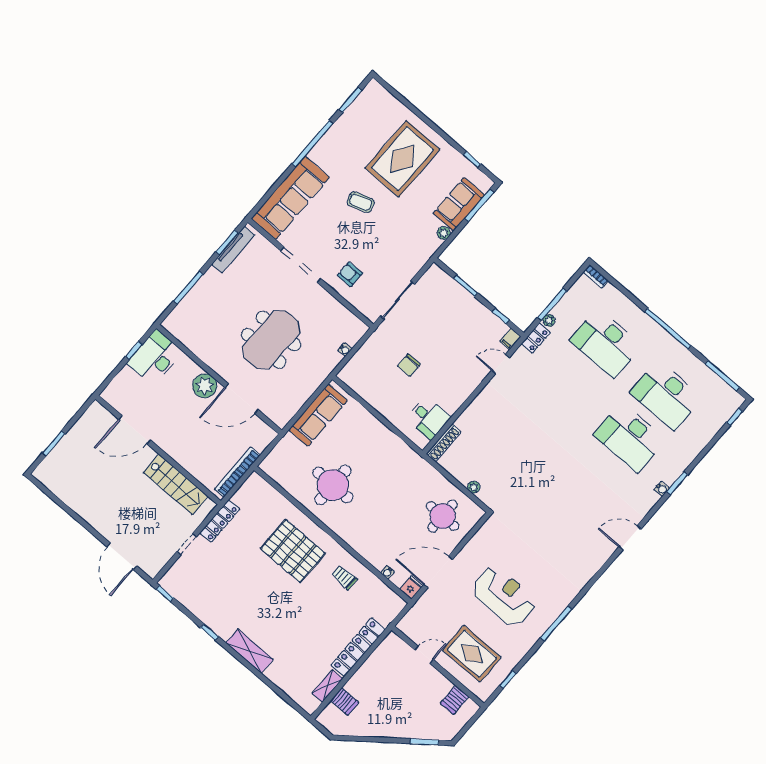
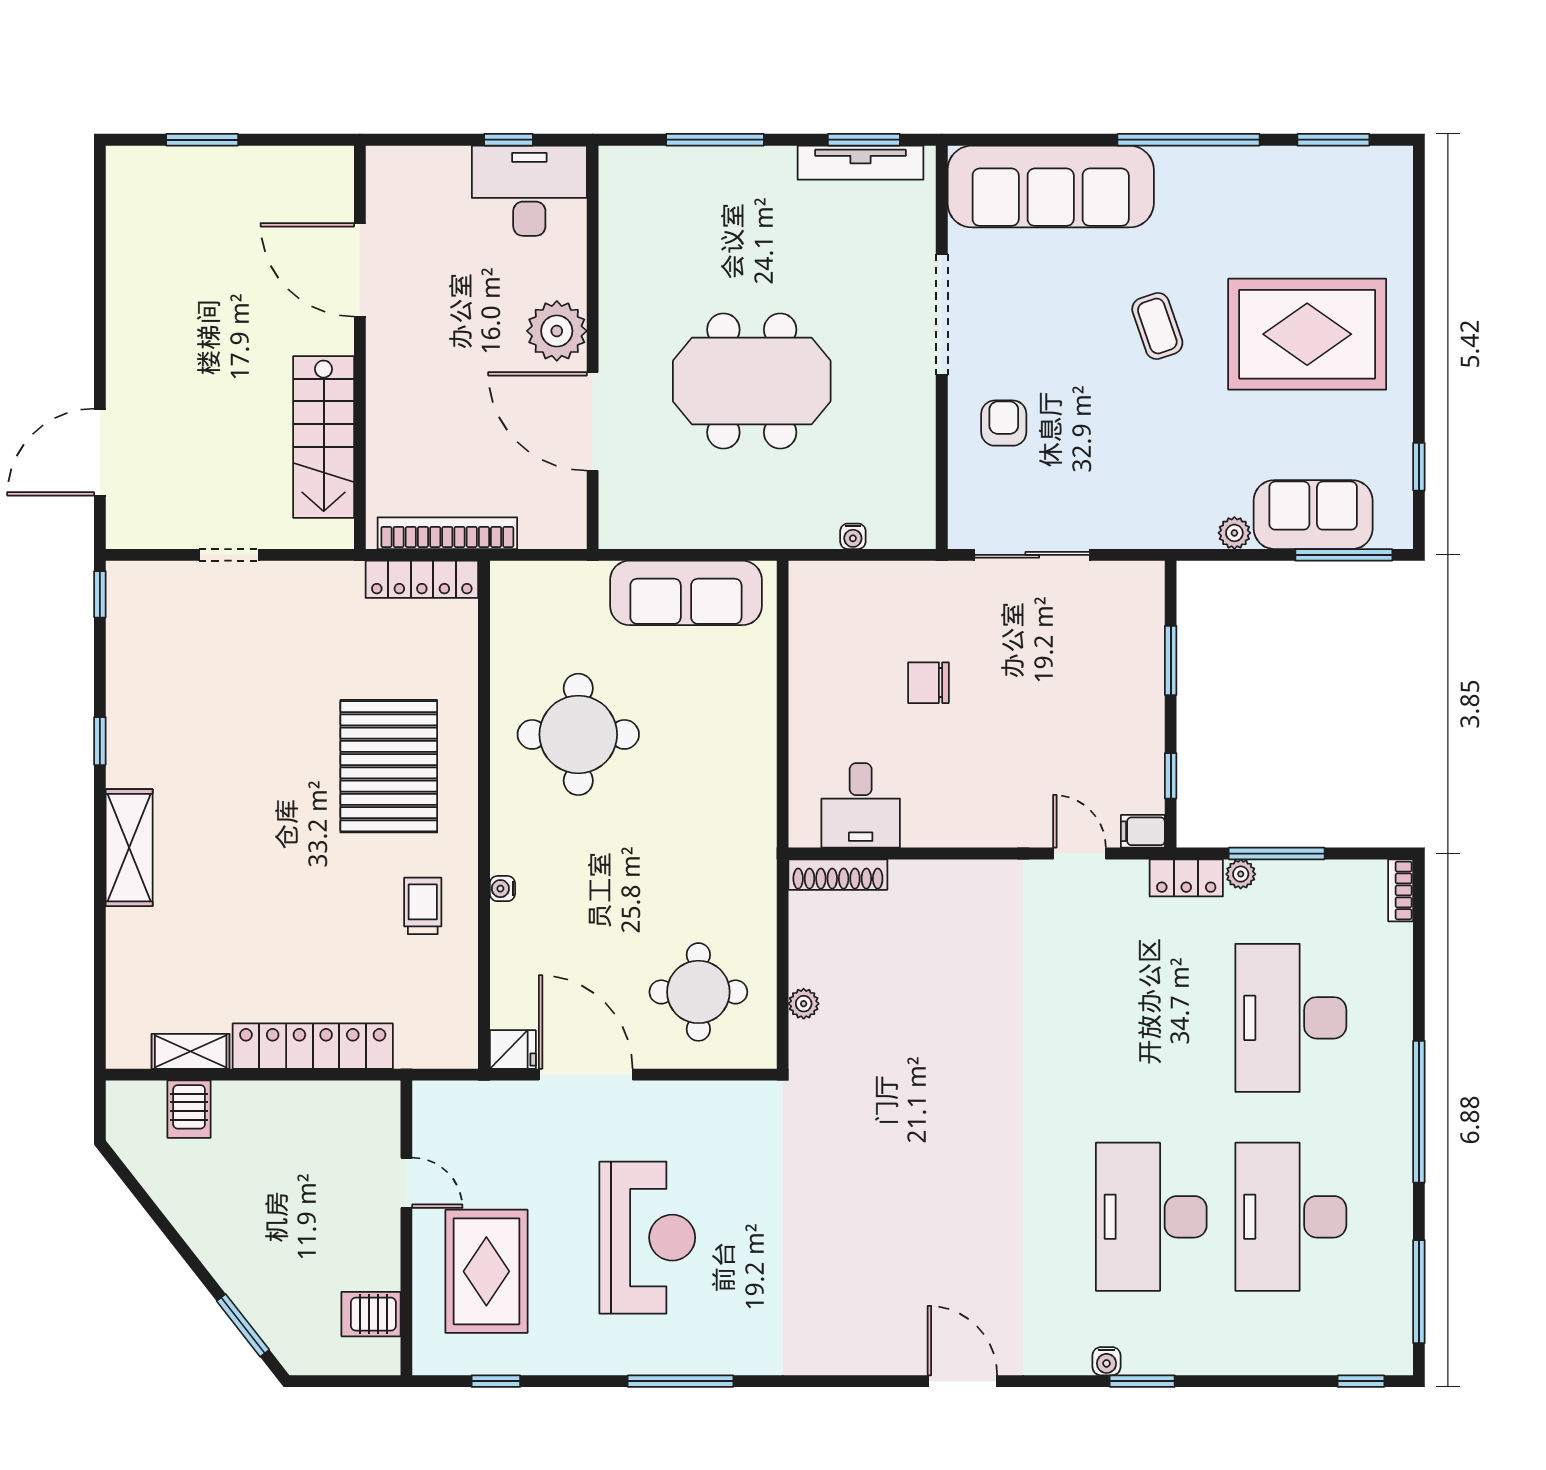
locker: (220, 521) -> (422, 579), moved
water cooler: (387, 572) -> (502, 889), moved

